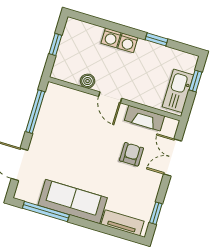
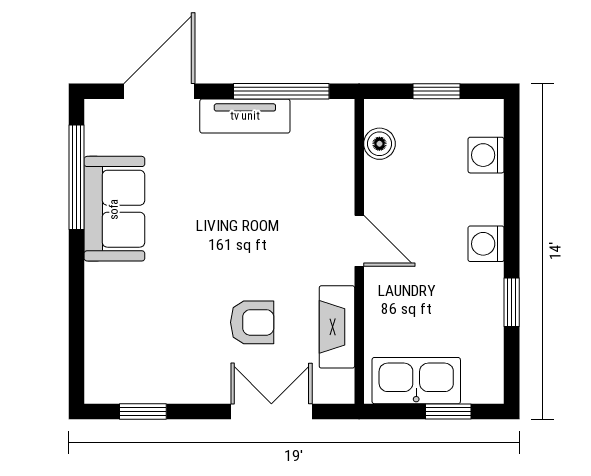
washing machine: (111, 38) -> (486, 155), moved
boiler: (88, 81) -> (379, 144), moved
door: (110, 97) -> (359, 241), swing flipped
sofa: (73, 202) -> (114, 209), width x0.73
tv unit: (123, 223) -> (245, 116), moved, turned 90

